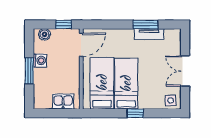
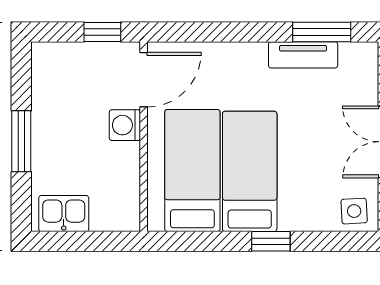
window: (145, 24) -> (322, 32), moved
boiler: (45, 34) -> (57, 55), removed
washing machine: (40, 61) -> (125, 125), moved, turned 180
kitchen sink: (63, 102) -> (64, 214), moved

